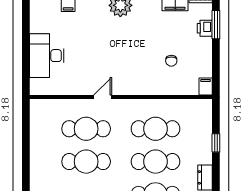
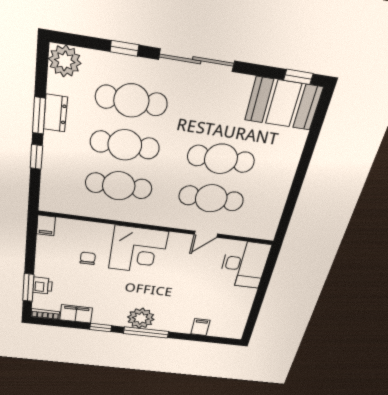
desk: (47, 56) -> (244, 264), moved
corner desk: (133, 74) -> (138, 250), added
door: (103, 97) -> (206, 234), moved
window: (216, 174) -> (39, 116), added

